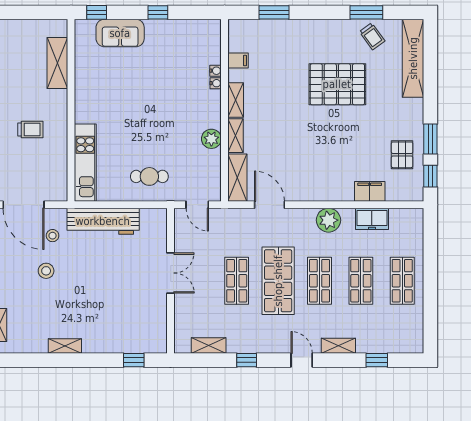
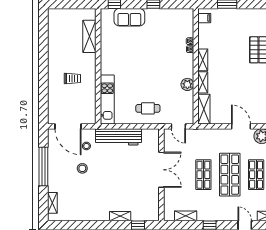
filing cabinet: (238, 61) -> (204, 18), moved
door: (269, 205) -> (241, 126), moved
double door: (171, 273) -> (161, 170), width x1.37
shelving: (65, 346) -> (120, 216), moved

